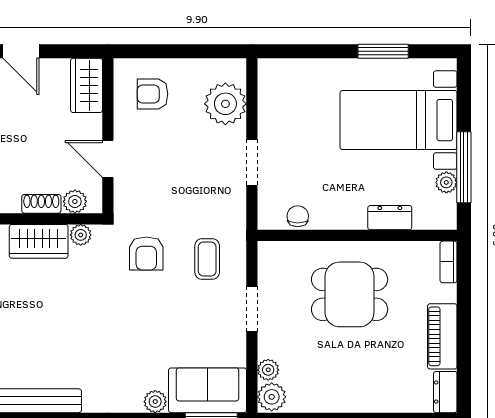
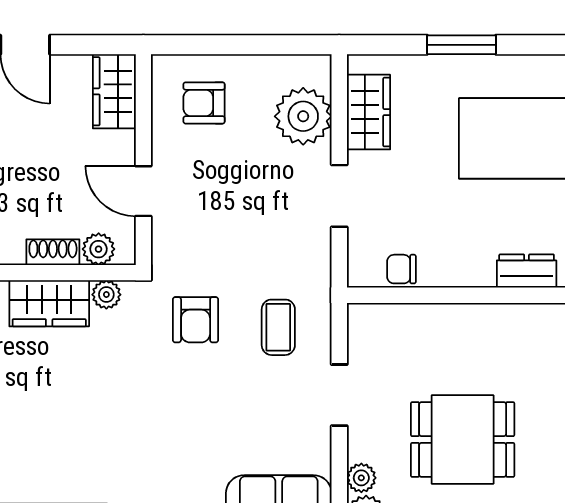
window: (383, 51) -> (461, 45), moved
wardrobe: (273, 101) -> (368, 112), added
chair: (298, 216) -> (401, 269), turned -90
dining table: (350, 294) -> (463, 440), moved

